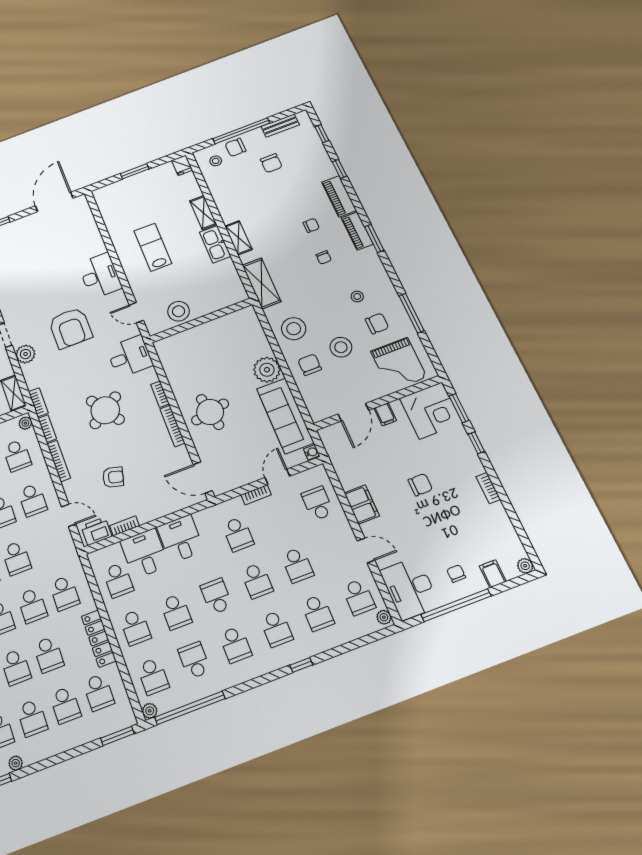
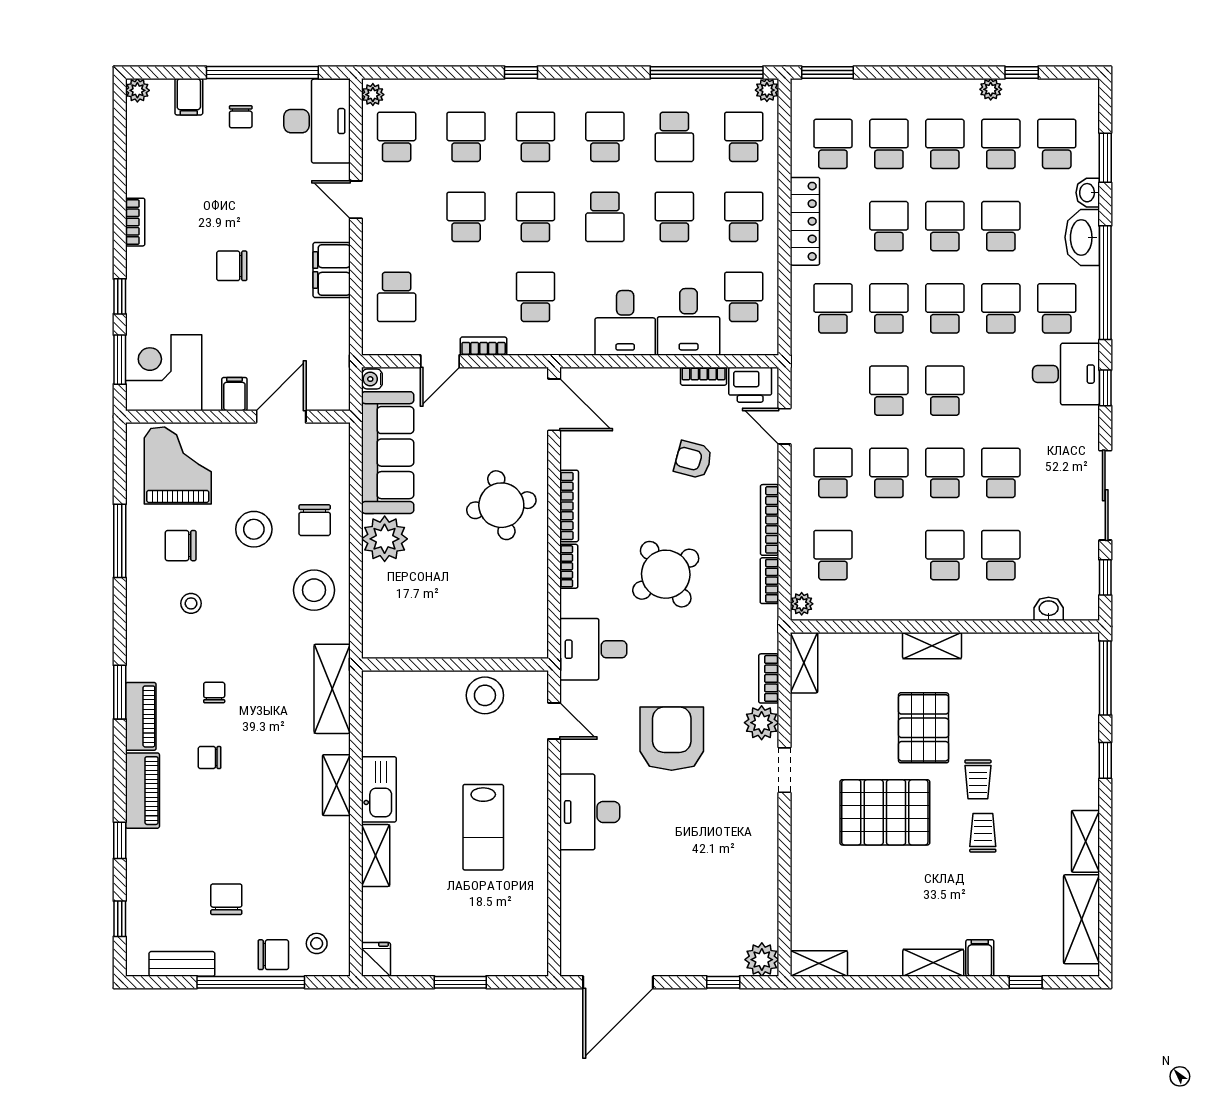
bookcase: (38, 402) -> (769, 678), moved

